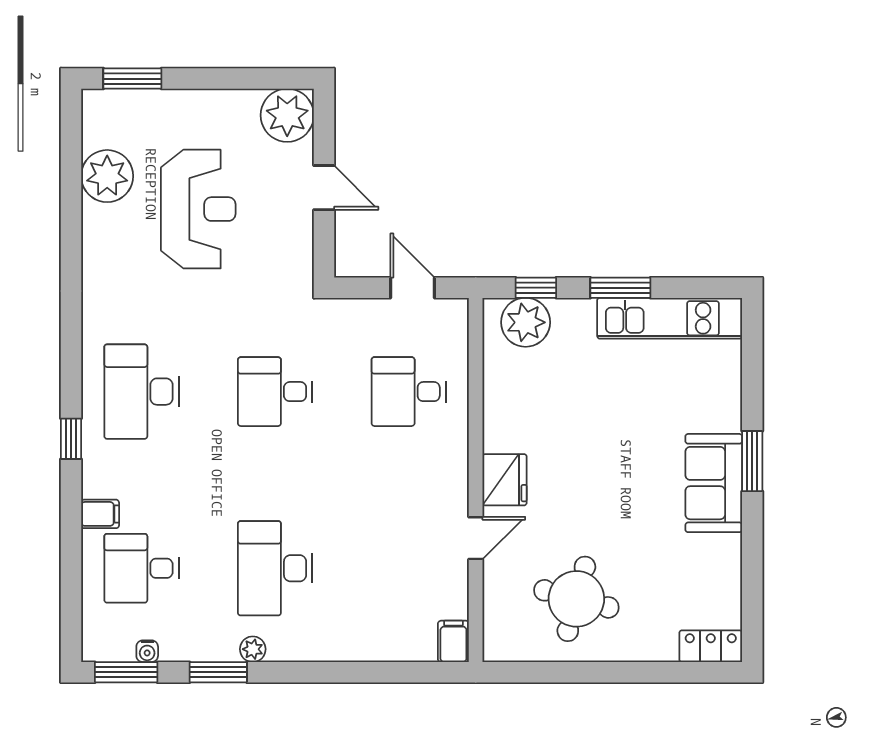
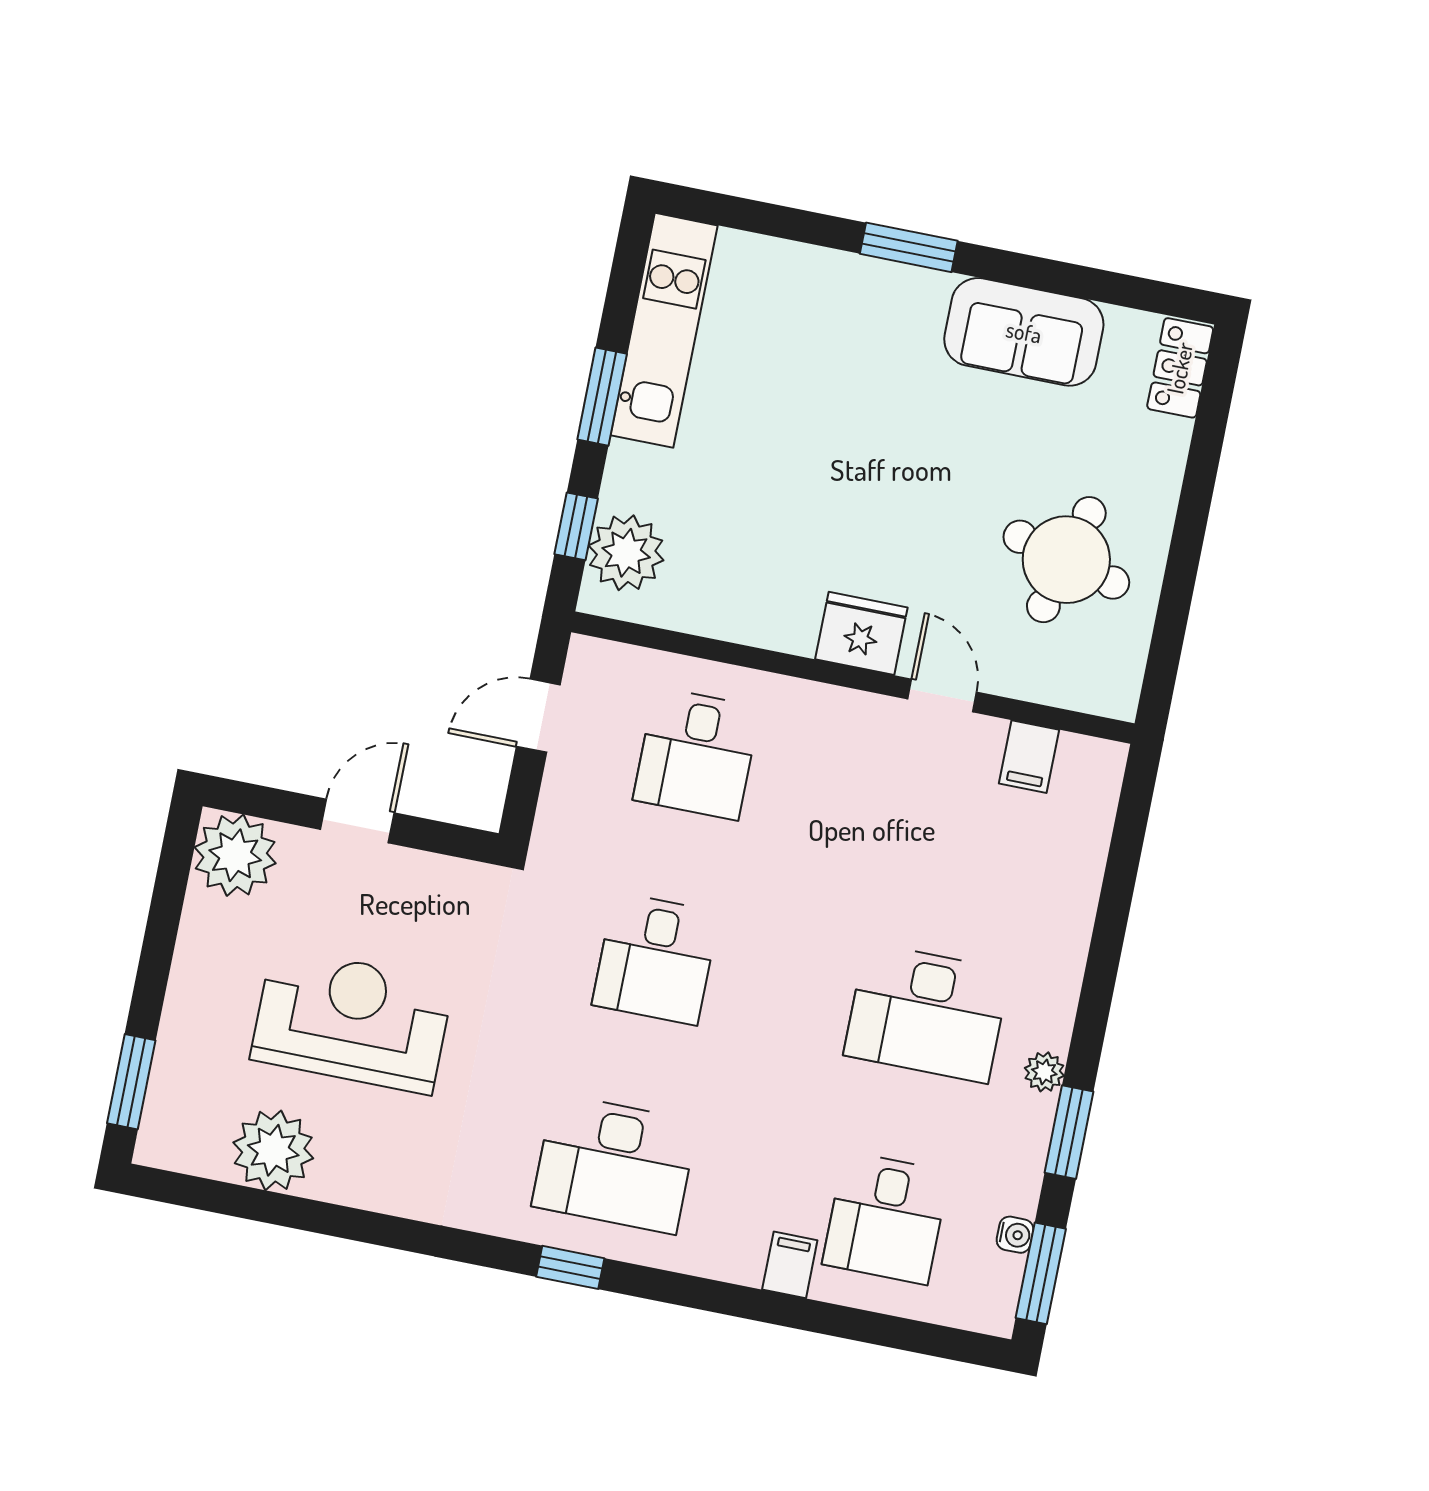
window: (71, 439) -> (570, 1267), moved
sofa: (714, 483) -> (1024, 332), moved
filing cabinet: (453, 641) -> (1029, 757), moved, turned -90

